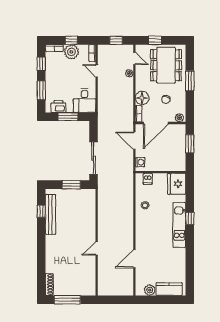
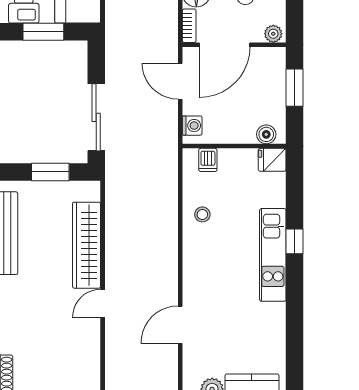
boiler: (176, 166) -> (266, 134), added
fridge: (177, 184) -> (272, 160), width x0.53, depth x0.75
wardrobe: (89, 220) -> (87, 245), added

